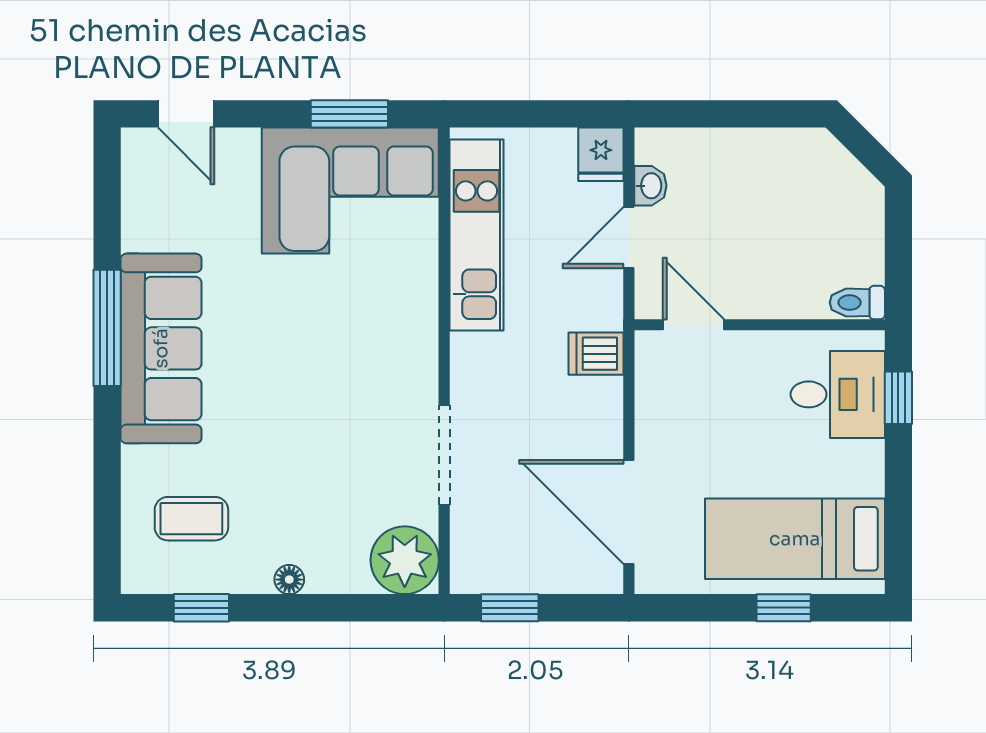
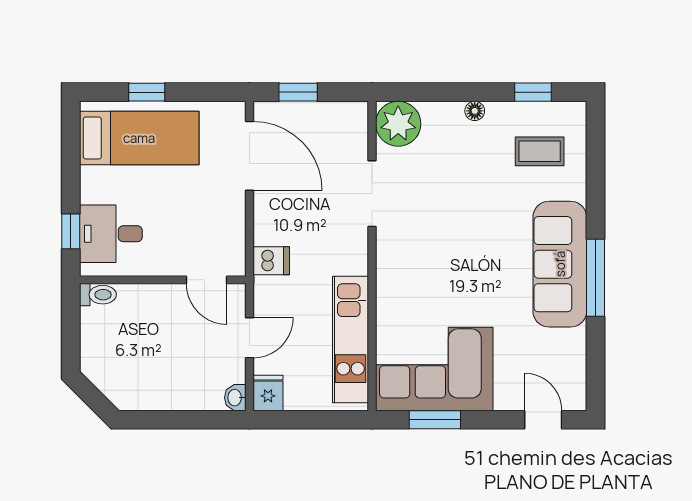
washbasin: (650, 186) -> (235, 398), moved
window: (510, 608) -> (298, 92), moved

